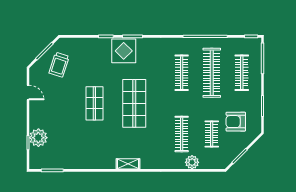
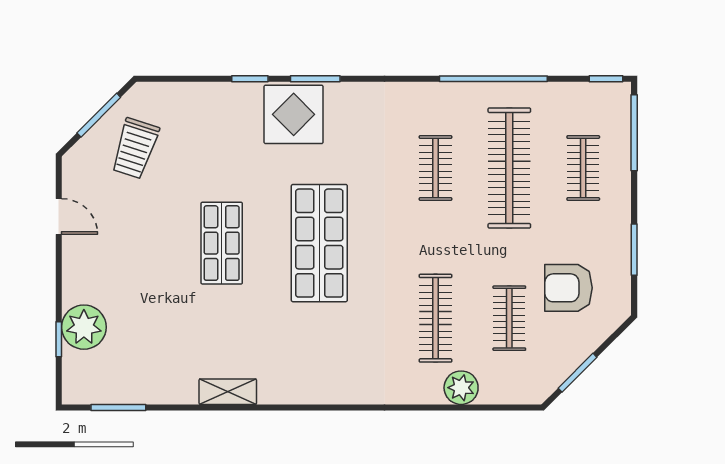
clothes rail: (182, 73) -> (436, 168), width x0.73
clothes rail: (242, 73) -> (583, 168), width x0.73
shelving: (128, 164) -> (228, 392), moved

